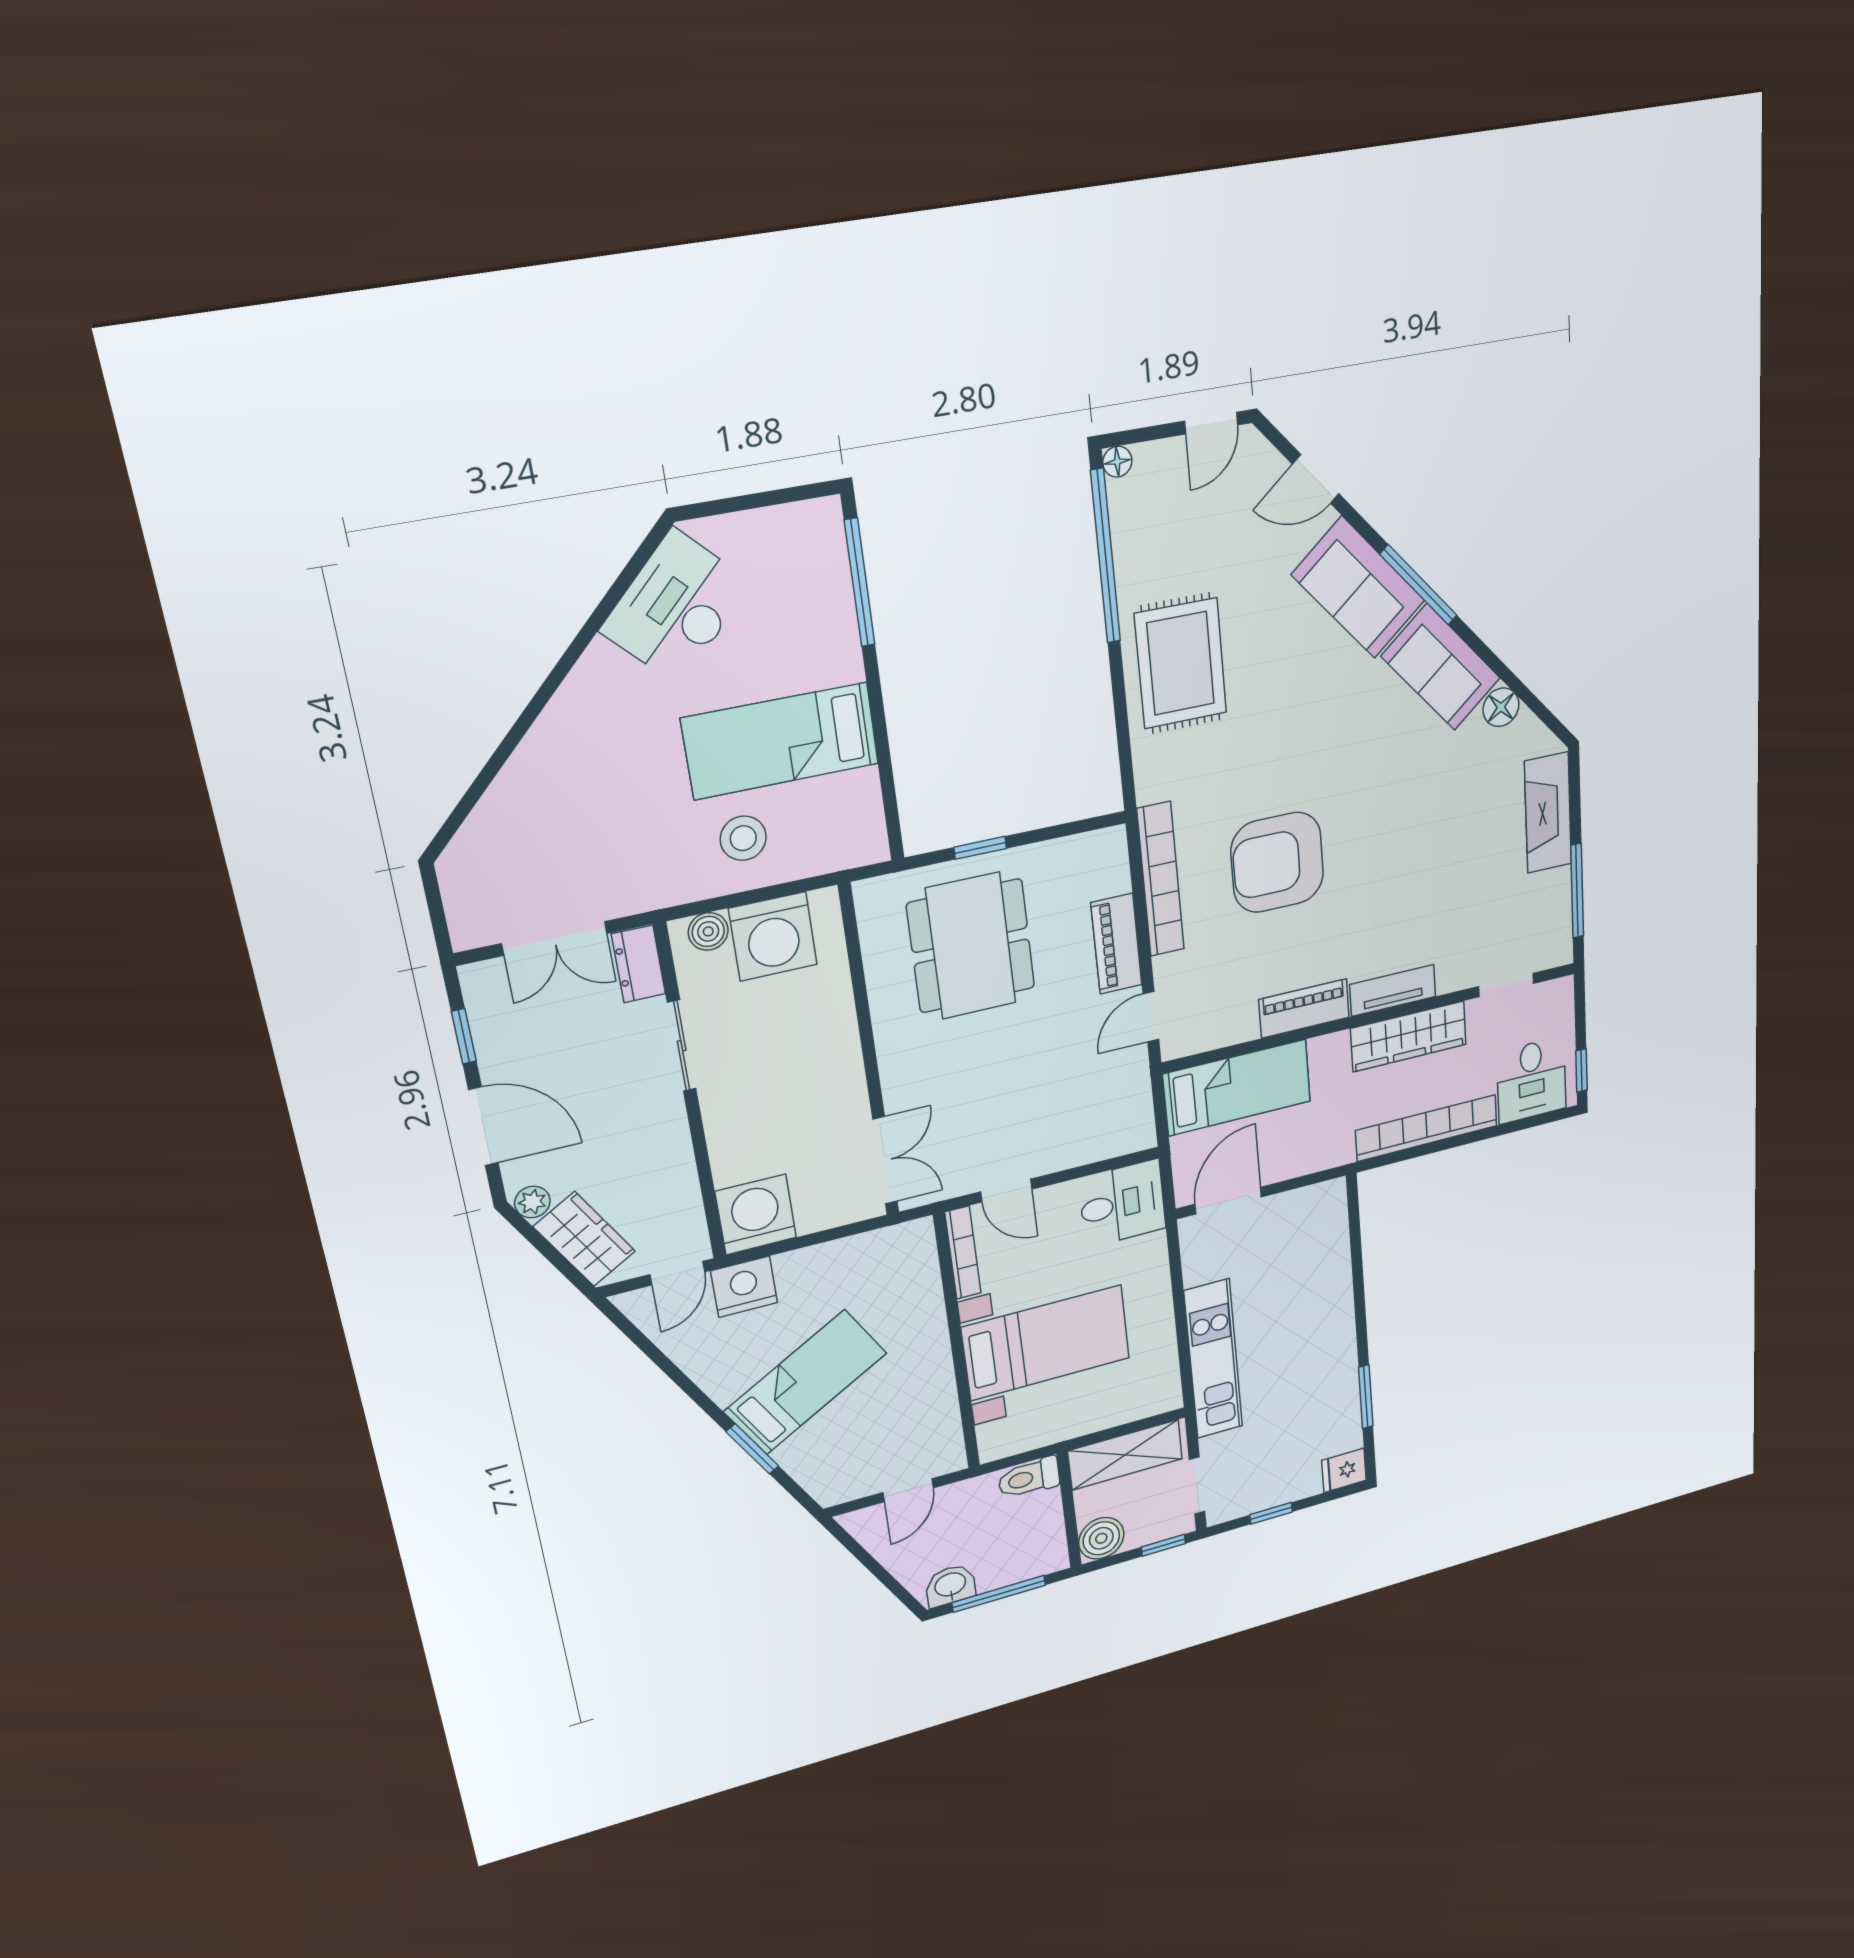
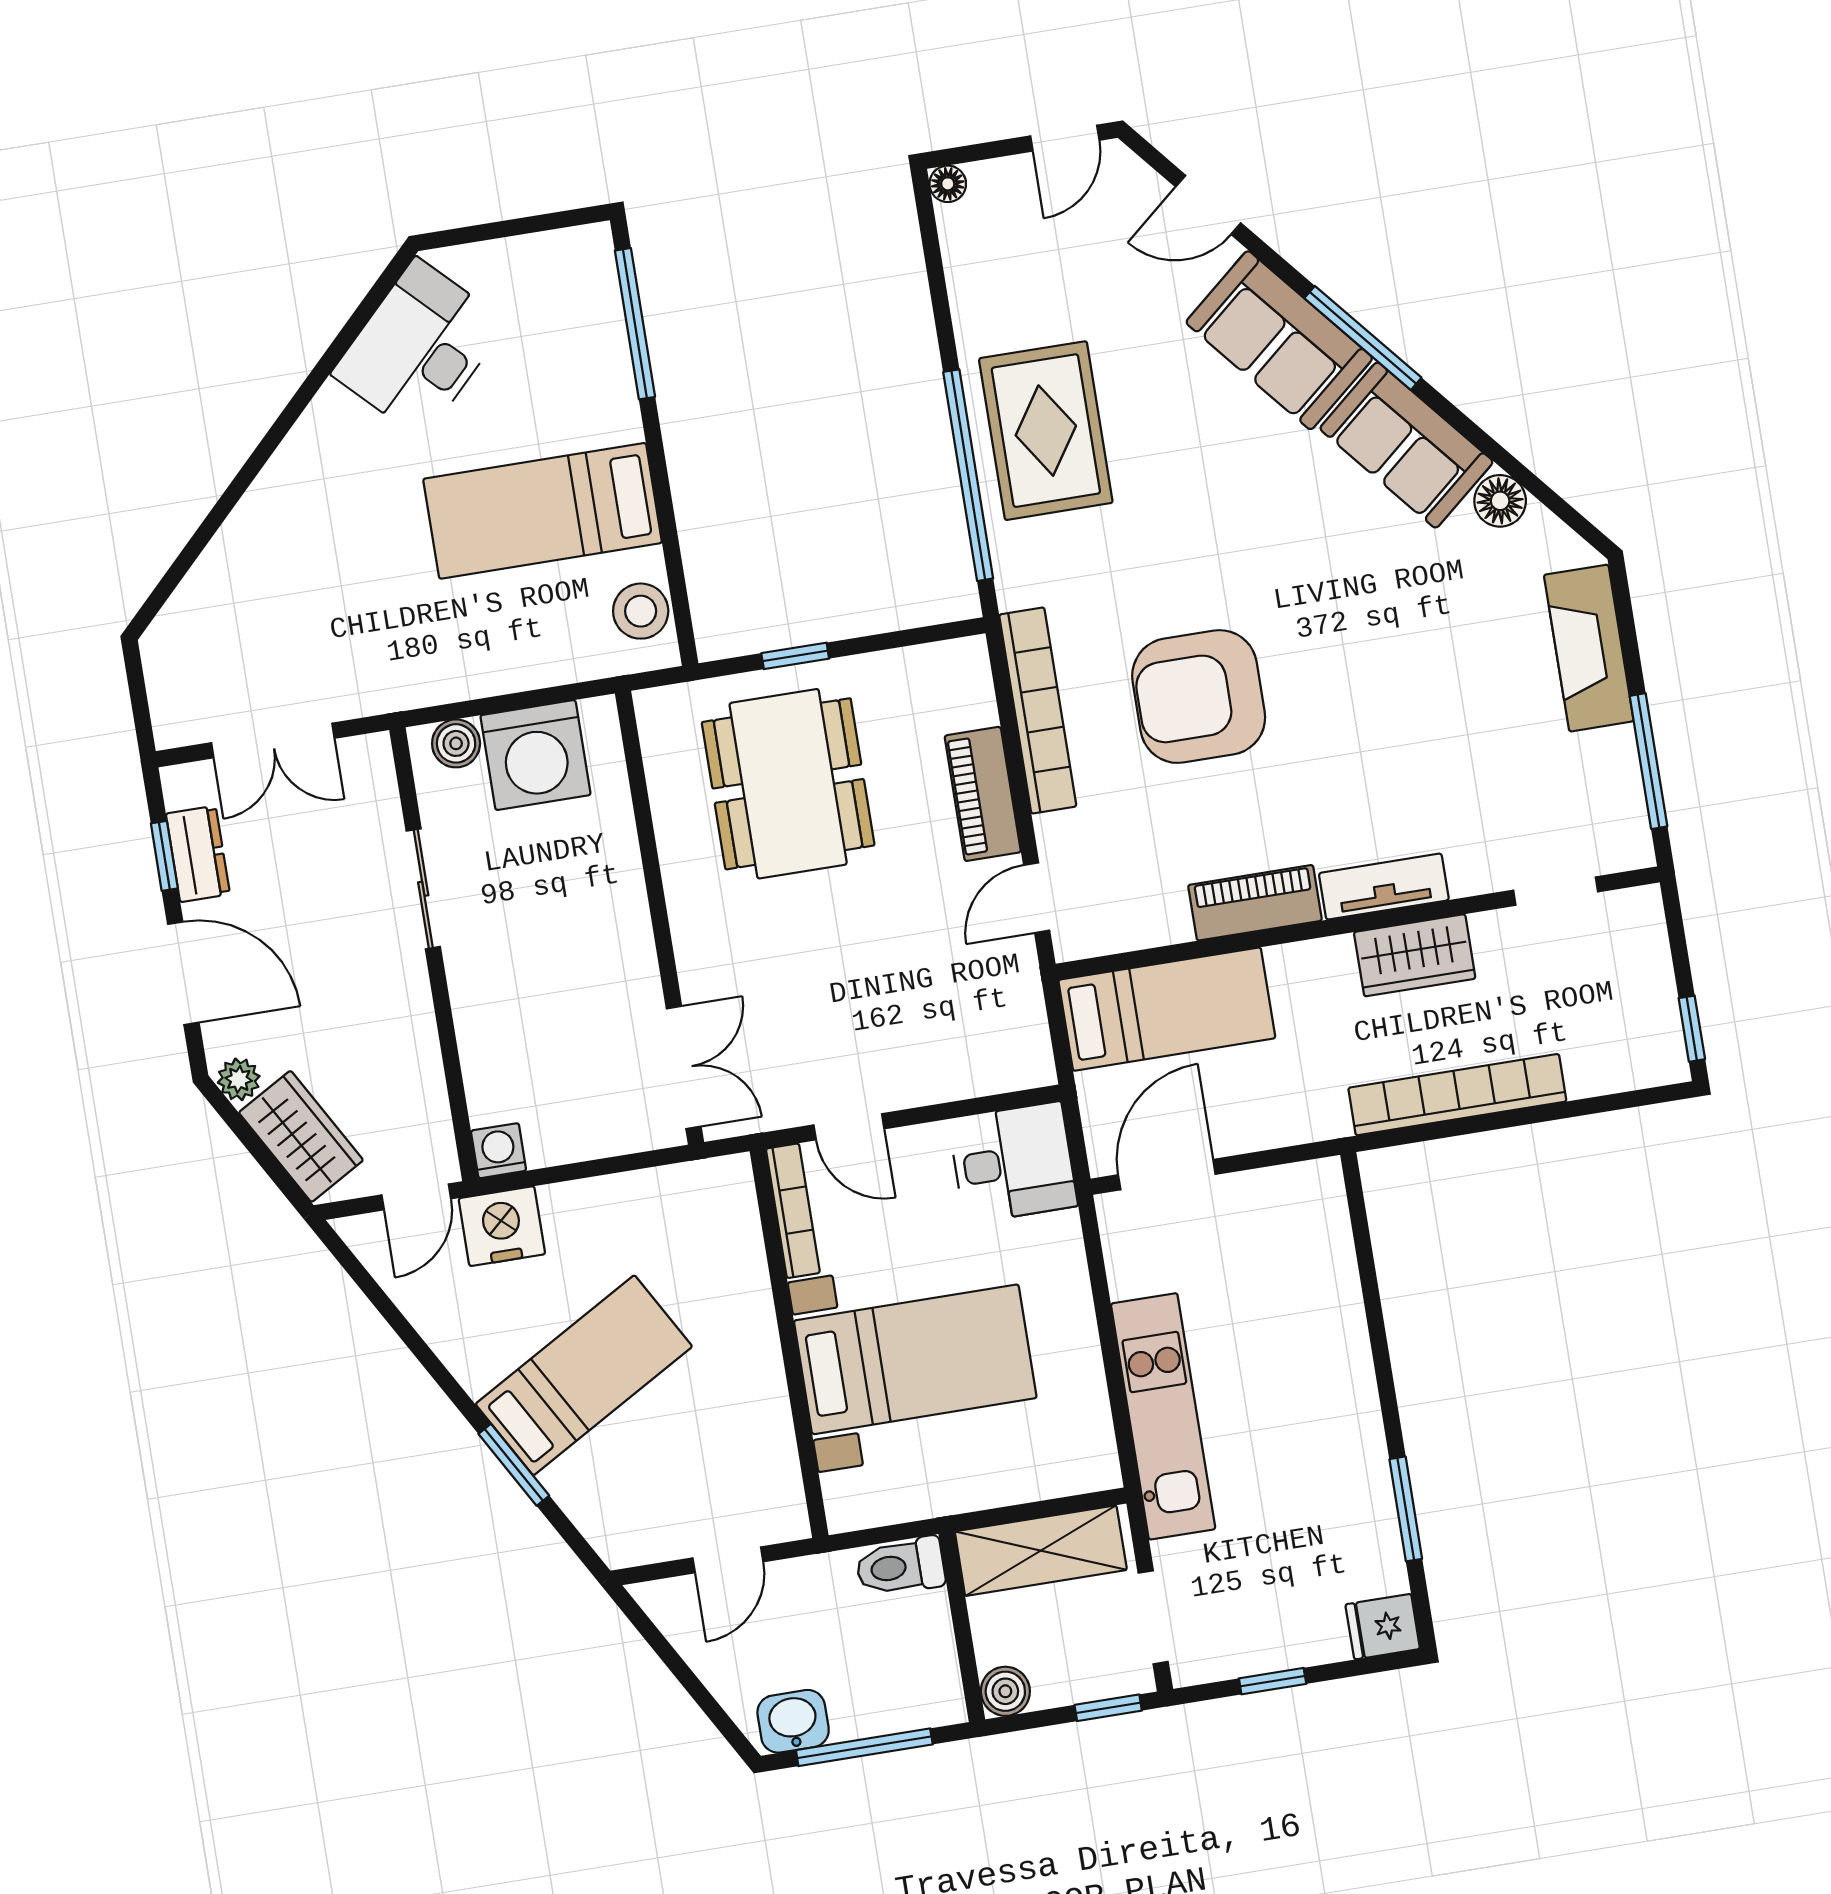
window: (1106, 556) -> (968, 475), moved
stool: (743, 838) -> (641, 611), moved
dresser: (638, 964) -> (198, 854), moved, turned 180
wardrobe: (1409, 1036) -> (1415, 955), width x0.67
desk: (1531, 1080) -> (1614, 1037), removed
washing machine: (756, 1215) -> (499, 1151), width x0.53, depth x0.53
boiler: (1101, 1538) -> (1005, 1691), width x0.73, depth x0.73

